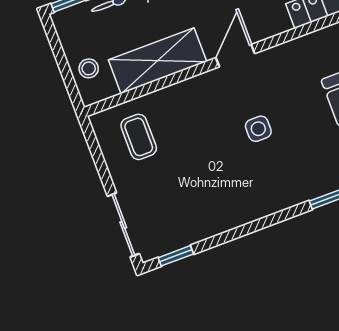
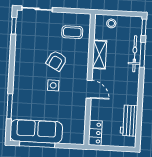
shelving: (158, 61) -> (99, 55), width x0.67, depth x0.75
armchair: (208, 143) -> (57, 61), added

